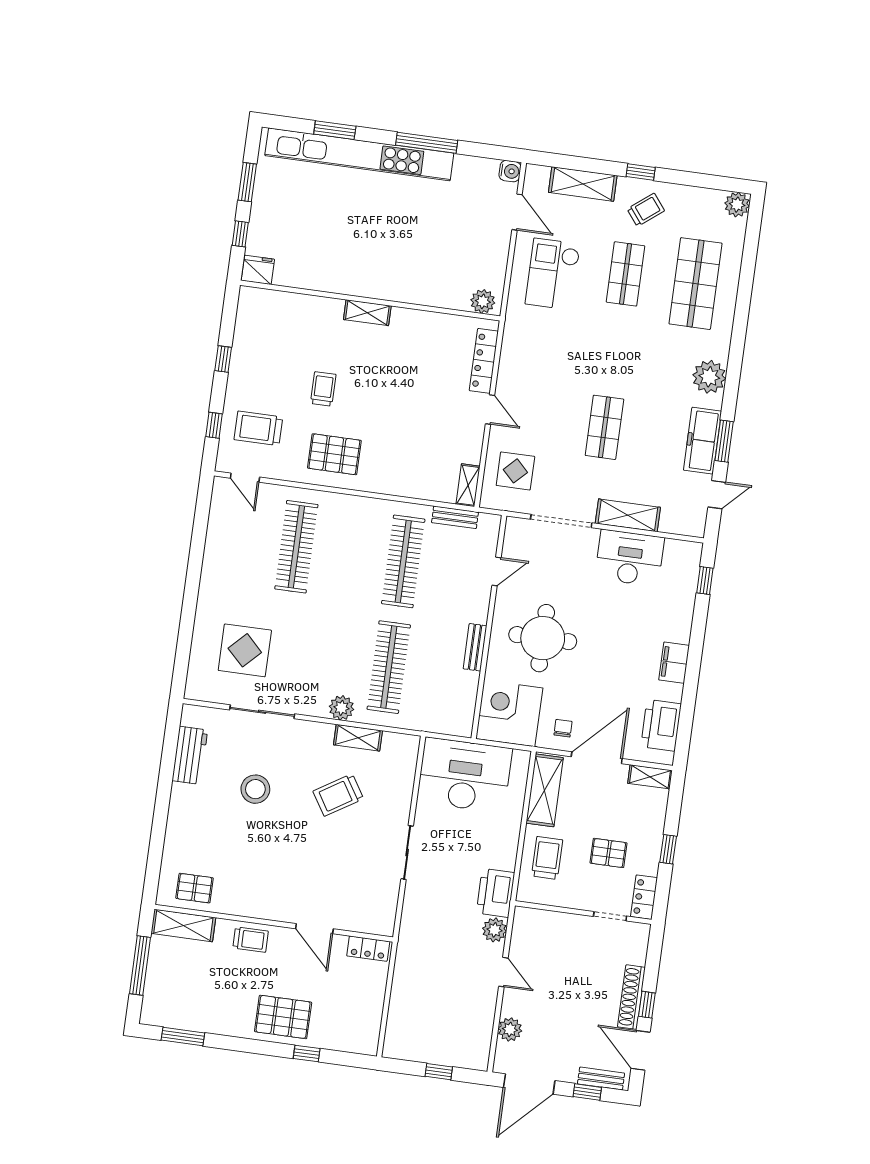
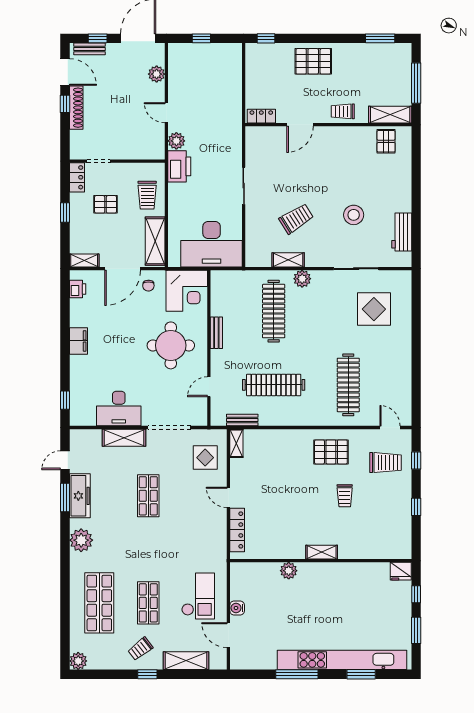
water cooler: (510, 171) -> (237, 608), moved
plant: (483, 301) -> (289, 571), moved
clothes rail: (403, 561) -> (274, 385), turned 90
printer: (661, 725) -> (78, 289), width x0.53, depth x0.68
pallet: (195, 888) -> (386, 141), turned 90
door: (314, 929) -> (300, 125), swing flipped
window: (307, 1053) -> (266, 38), moved

